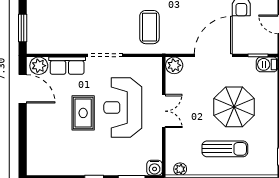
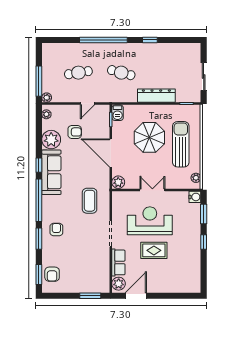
coffee table: (149, 27) -> (90, 201), turned 90
reception desk: (123, 108) -> (150, 221), turned 180
sun lounger: (225, 149) -> (181, 144), width x1.36, depth x1.34

